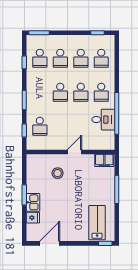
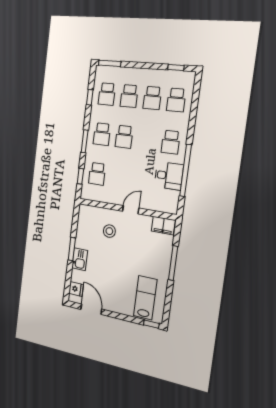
school desk: (81, 92) -> (102, 134), moved
fridge: (33, 218) -> (76, 289), moved
door: (50, 243) -> (91, 309), hinge flipped

